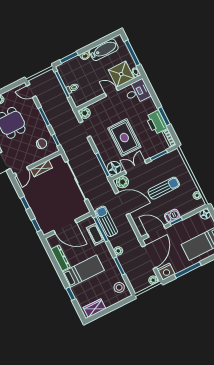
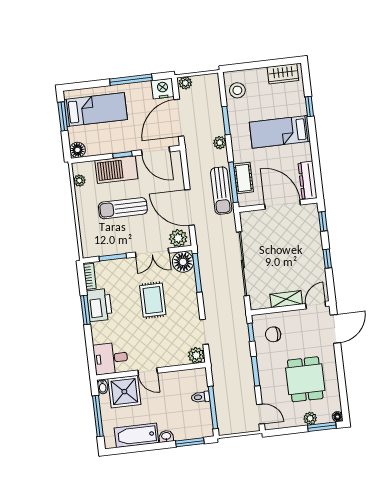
rug: (124, 138) -> (153, 300), width x0.73, depth x0.70
barbecue: (172, 216) -> (116, 170), width x1.88, depth x1.53
dresser: (60, 258) -> (308, 180), moved

